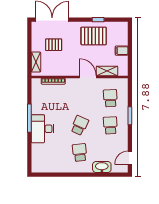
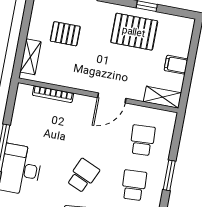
shelving: (107, 71) -> (162, 97), moved
door: (88, 77) -> (112, 98), swing flipped

